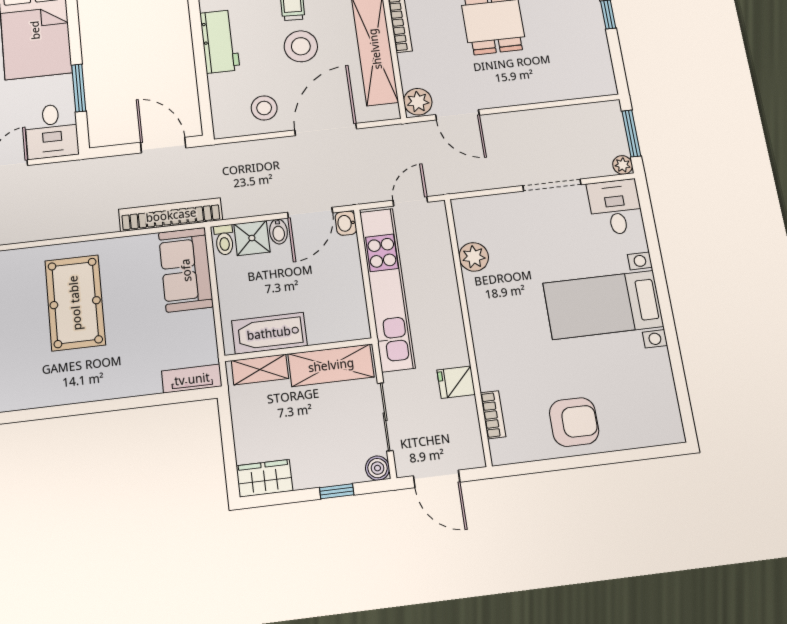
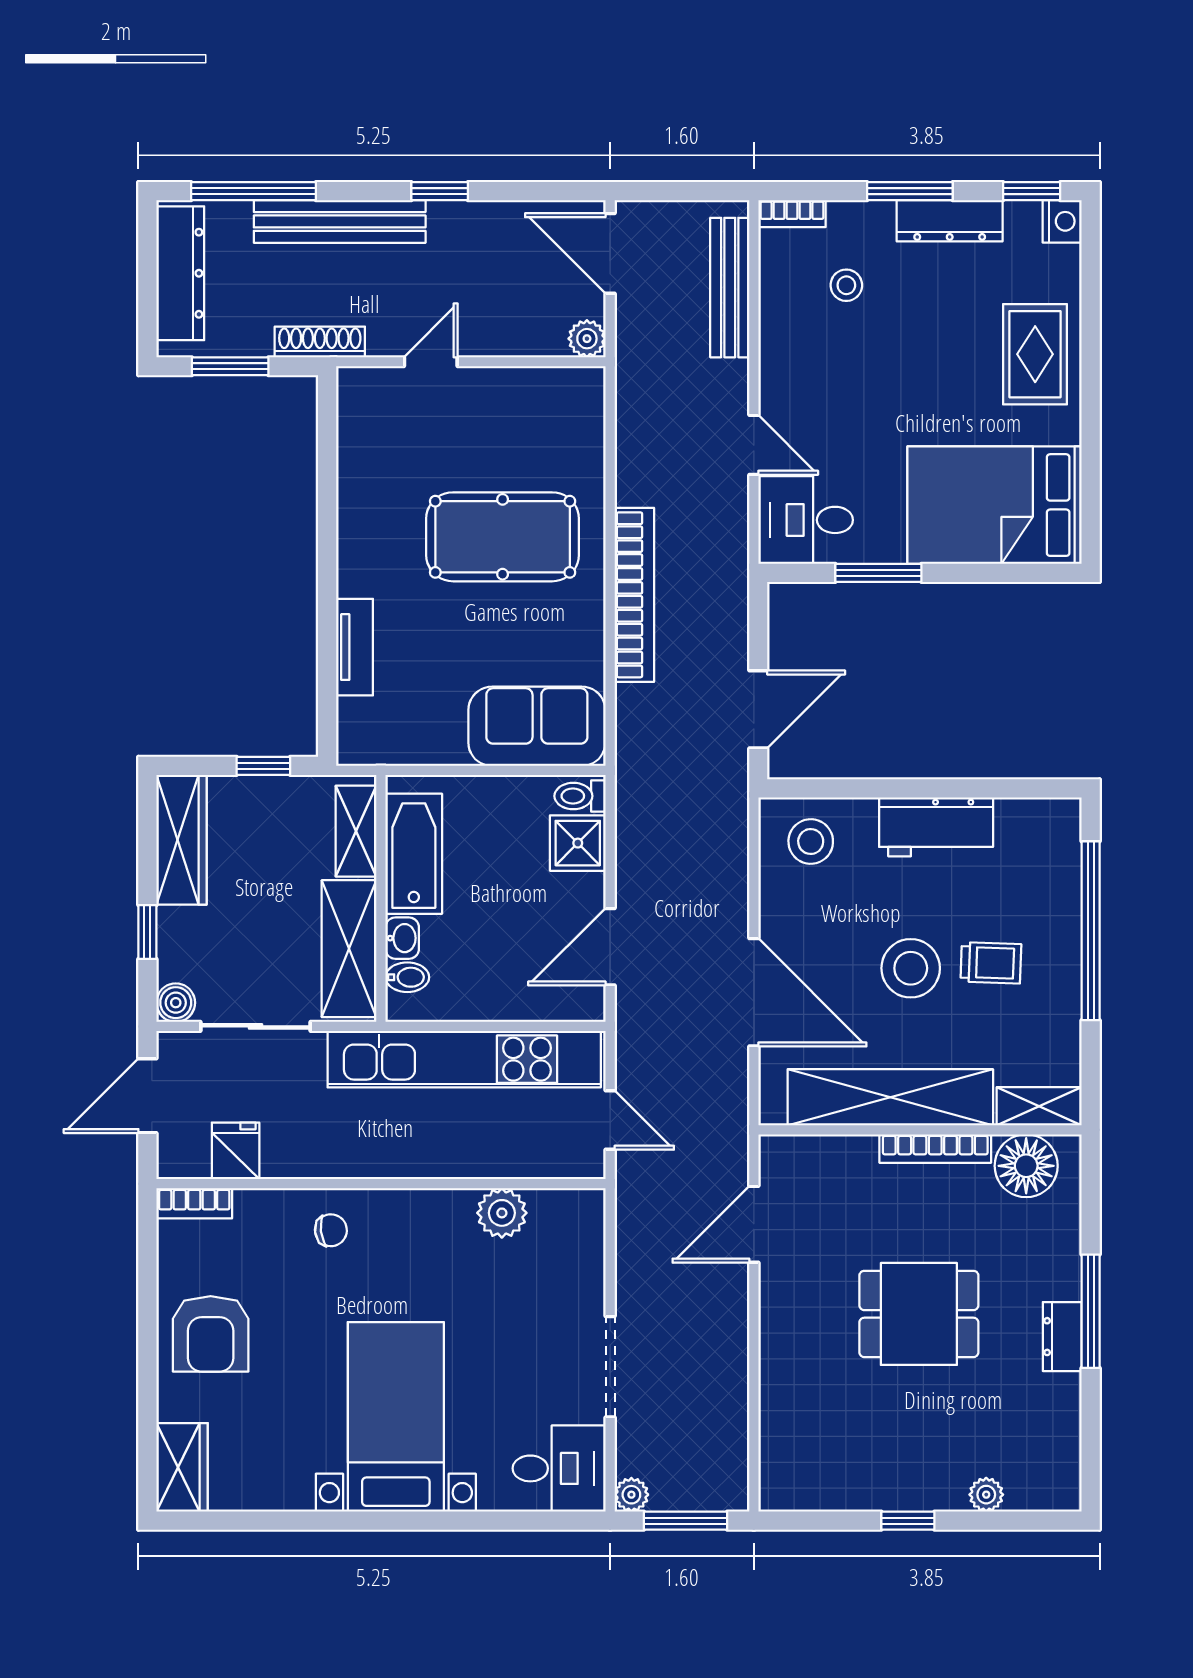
plant: (418, 102) -> (785, 1159), removed
stool: (264, 108) -> (811, 841), moved
door: (310, 213) -> (610, 947), hinge flipped
bookcase: (171, 215) -> (634, 595), moved
washbasin: (346, 223) -> (402, 938), moved, turned 90
bidet: (278, 232) -> (407, 977), moved, turned 180
chair: (500, 356) -> (331, 1230), added
tv unit: (192, 379) -> (355, 647), moved
fridge: (456, 382) -> (236, 1151), moved
bookcase: (493, 415) -> (194, 1203), moved
wardrobe: (657, 430) -> (182, 1467), added
window: (227, 431) -> (263, 766), added
wardrobe: (264, 478) -> (181, 840), width x1.50

